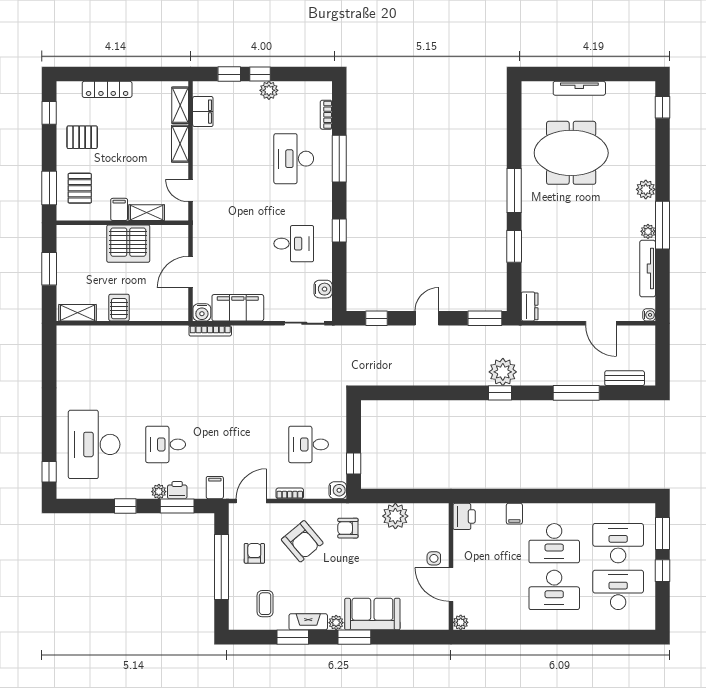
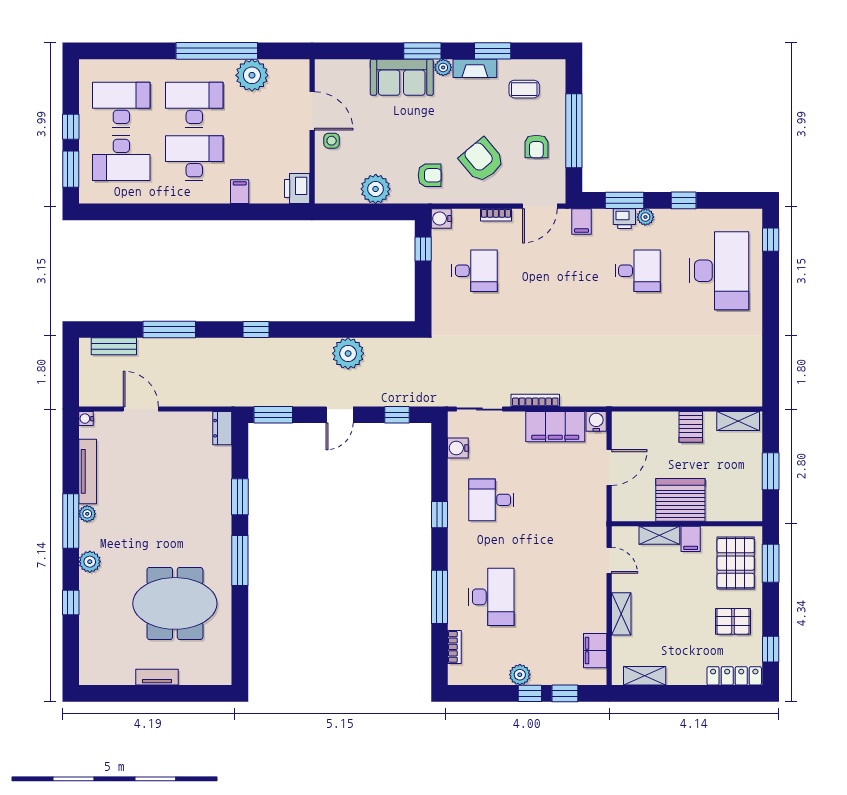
tv unit: (579, 88) -> (157, 677), width x0.71
locker: (107, 89) -> (734, 676), moved
shelving: (180, 105) -> (645, 676), moved, turned 90
window: (662, 107) -> (71, 602), moved
pallet: (80, 188) -> (736, 563), width x1.50, depth x1.42
bookcase: (210, 331) -> (535, 400), moved
plant: (503, 372) -> (348, 353), moved
desk: (618, 590) -> (121, 105), turned 180
coffee table: (265, 604) -> (524, 89), turned 90
plant: (461, 622) -> (252, 75), moved, width x1.88, depth x1.88
window: (534, 637) -> (217, 51), added

